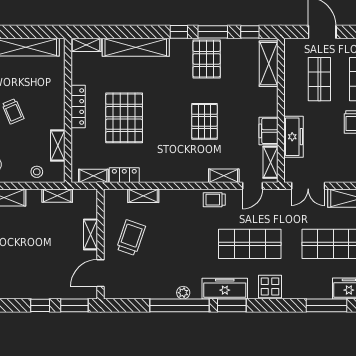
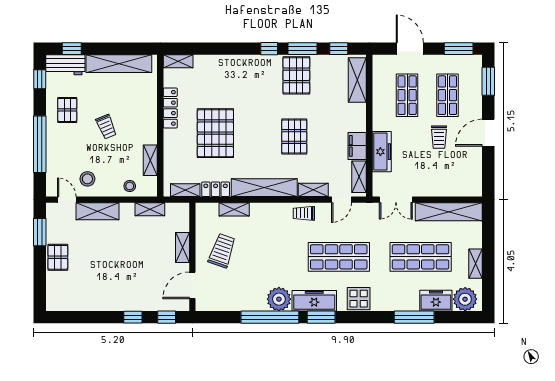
shelving: (136, 47) -> (264, 188), moved
locker: (78, 107) -> (170, 108), moved
plant: (183, 293) -> (279, 299), width x1.87, depth x1.87
window: (74, 305) -> (167, 317), width x0.67

